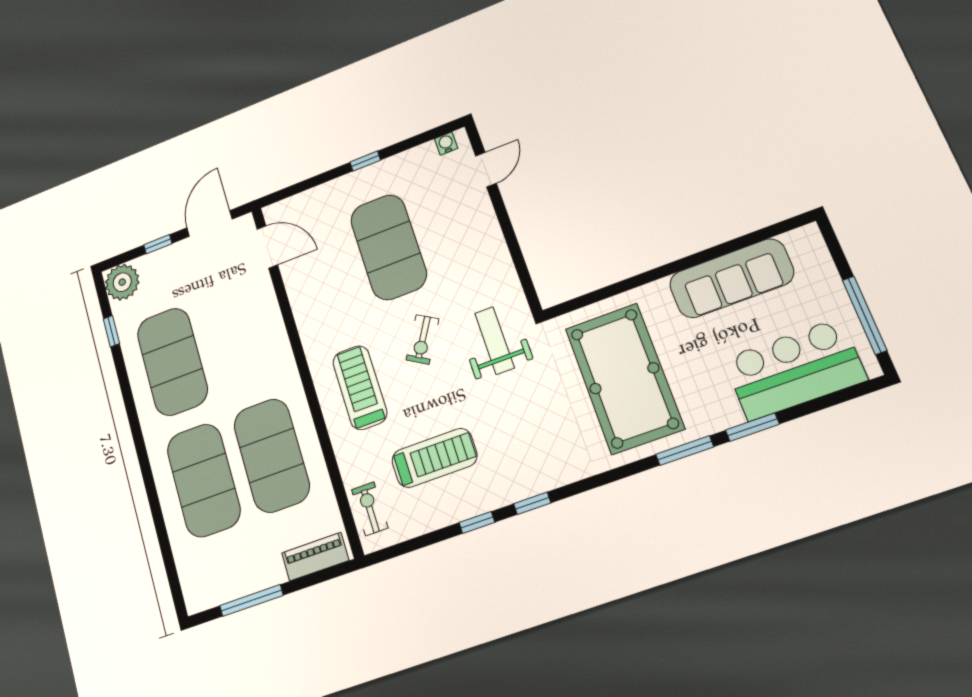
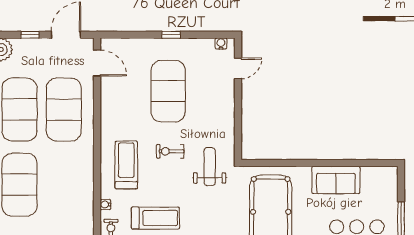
sofa: (731, 278) -> (336, 180), width x0.73
exercise bike: (423, 339) -> (170, 151), turned 59
exercise mat: (272, 455) -> (64, 110), moved
water cooler: (346, 464) -> (105, 205), added

